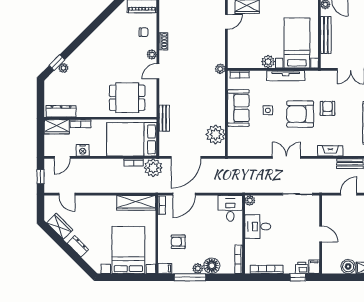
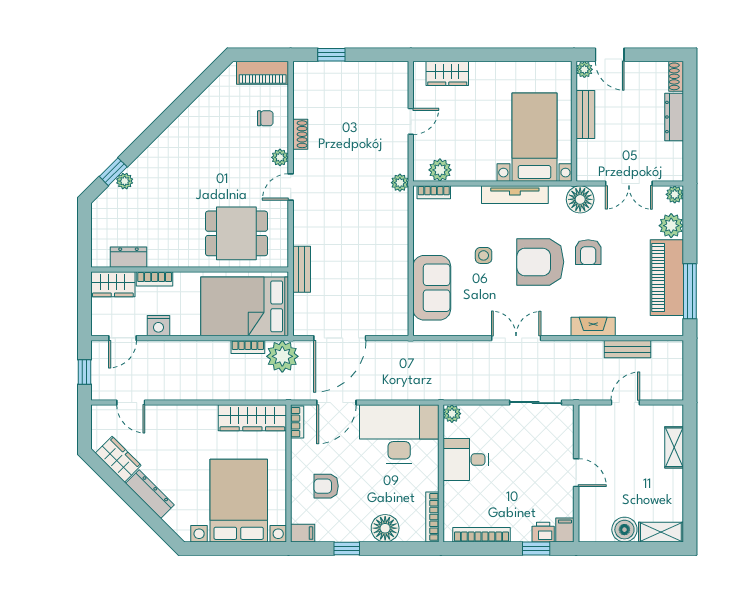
door: (226, 22) -> (411, 121), moved
bench: (326, 35) -> (585, 115), width x0.73
plant: (268, 62) -> (440, 170), moved
floor lamp: (323, 78) -> (580, 199), added
sofa: (238, 108) -> (432, 288), moved
armchair: (327, 108) -> (588, 252), turned 180
dresser: (61, 111) -> (129, 257), width x0.70
plant: (216, 134) -> (392, 298), removed
desk: (230, 208) -> (399, 434), width x1.87, depth x1.30
dresser: (78, 246) -> (150, 494), width x1.44
plant: (198, 268) -> (360, 533), removed
window: (190, 277) -> (347, 548), width x0.46

